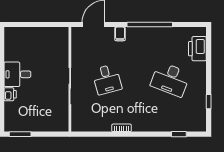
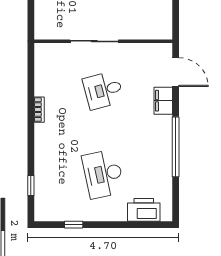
filing cabinet: (120, 34) -> (163, 101), width x2.00
desk: (170, 79) -> (103, 174), turned -33

